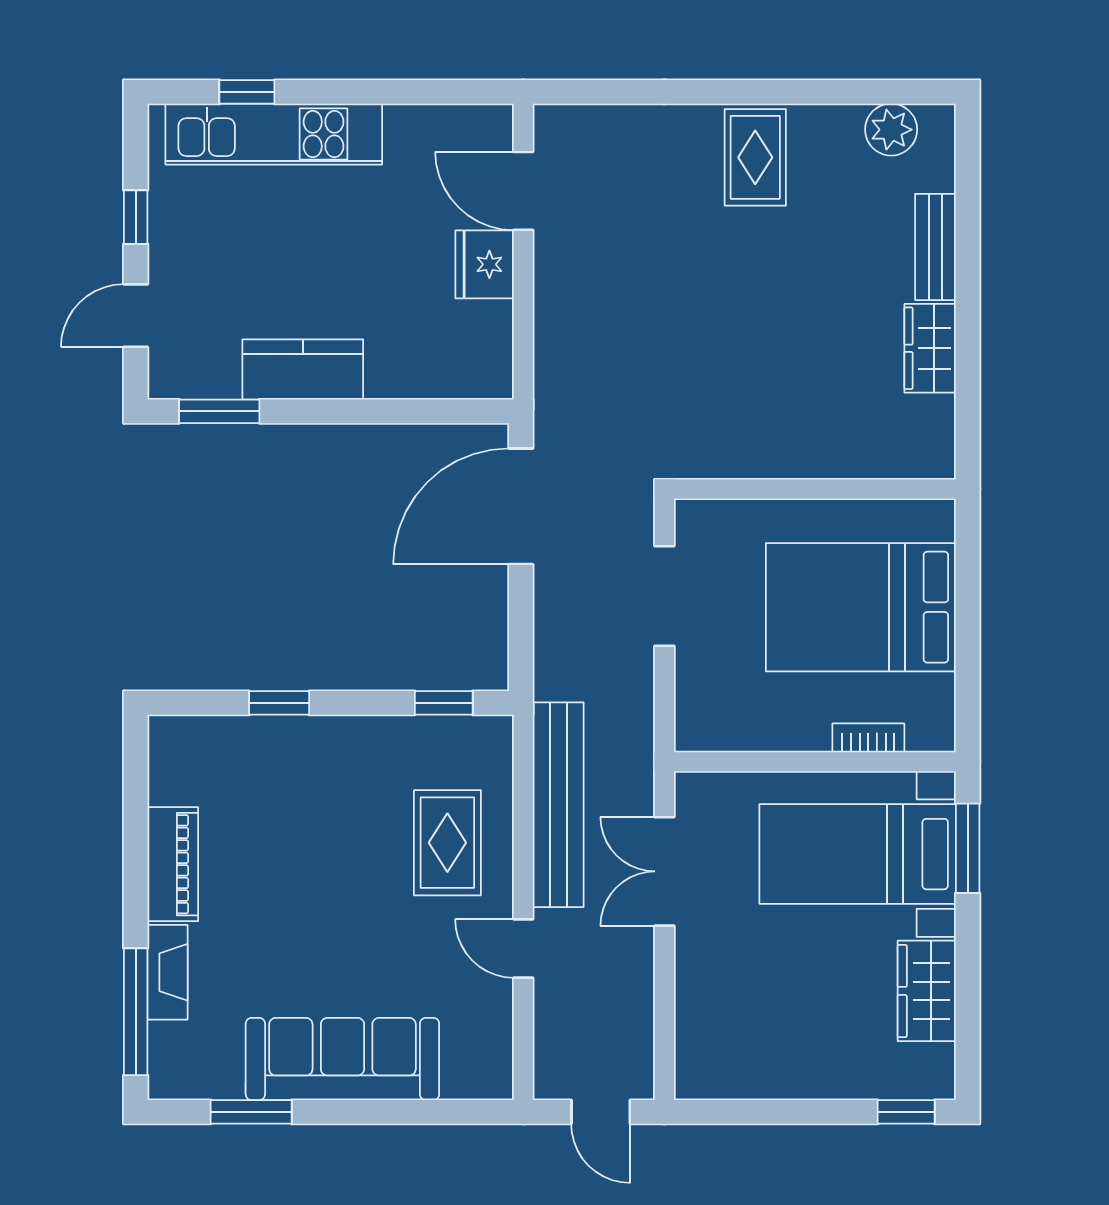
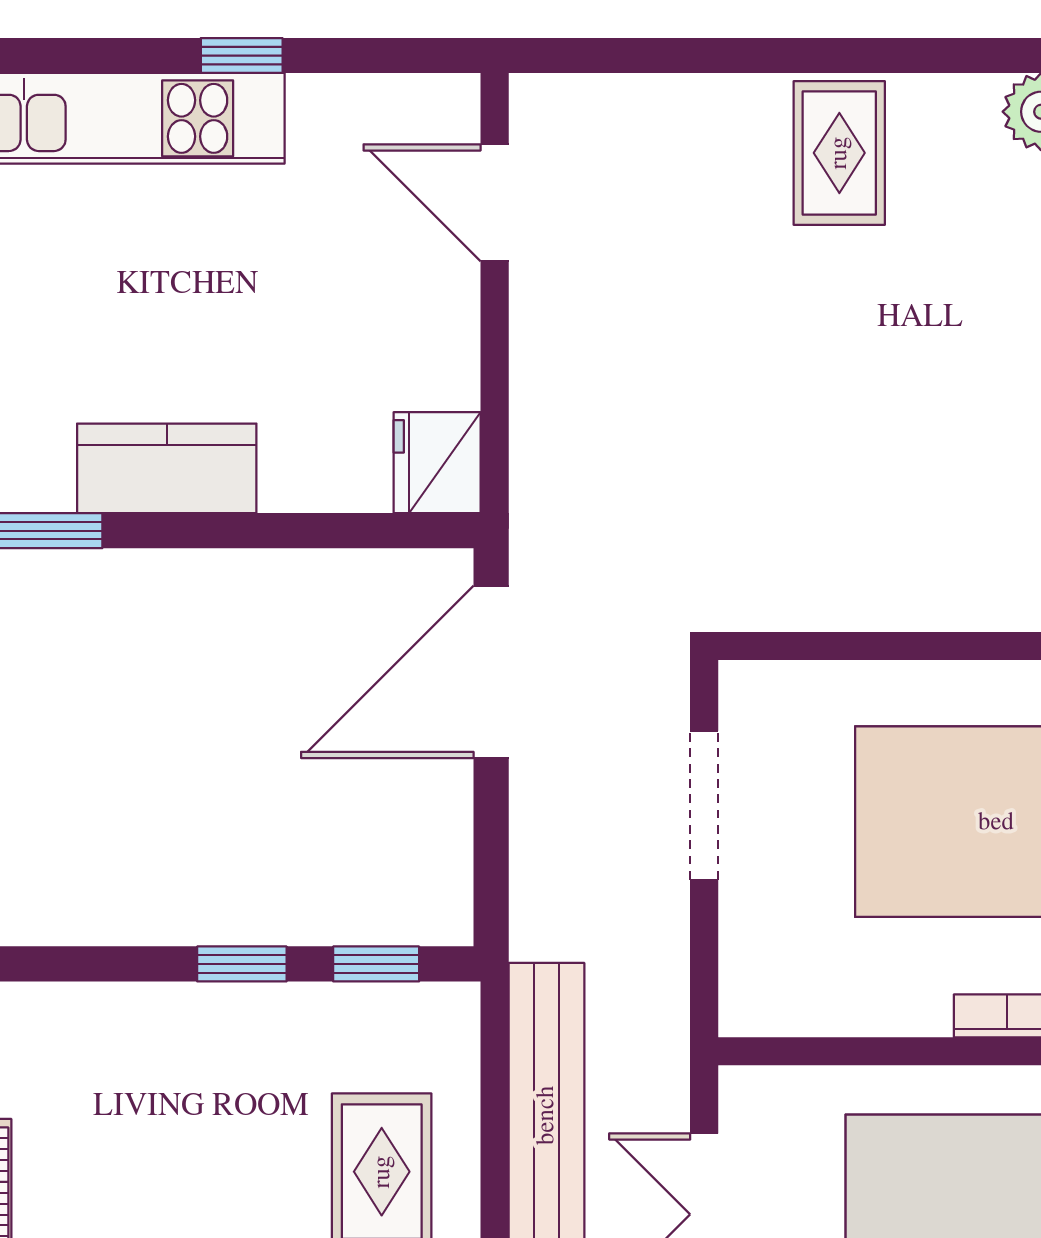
window: (247, 92) -> (242, 56), moved
fridge: (485, 264) -> (437, 463), moved
window: (279, 703) -> (242, 964), moved

